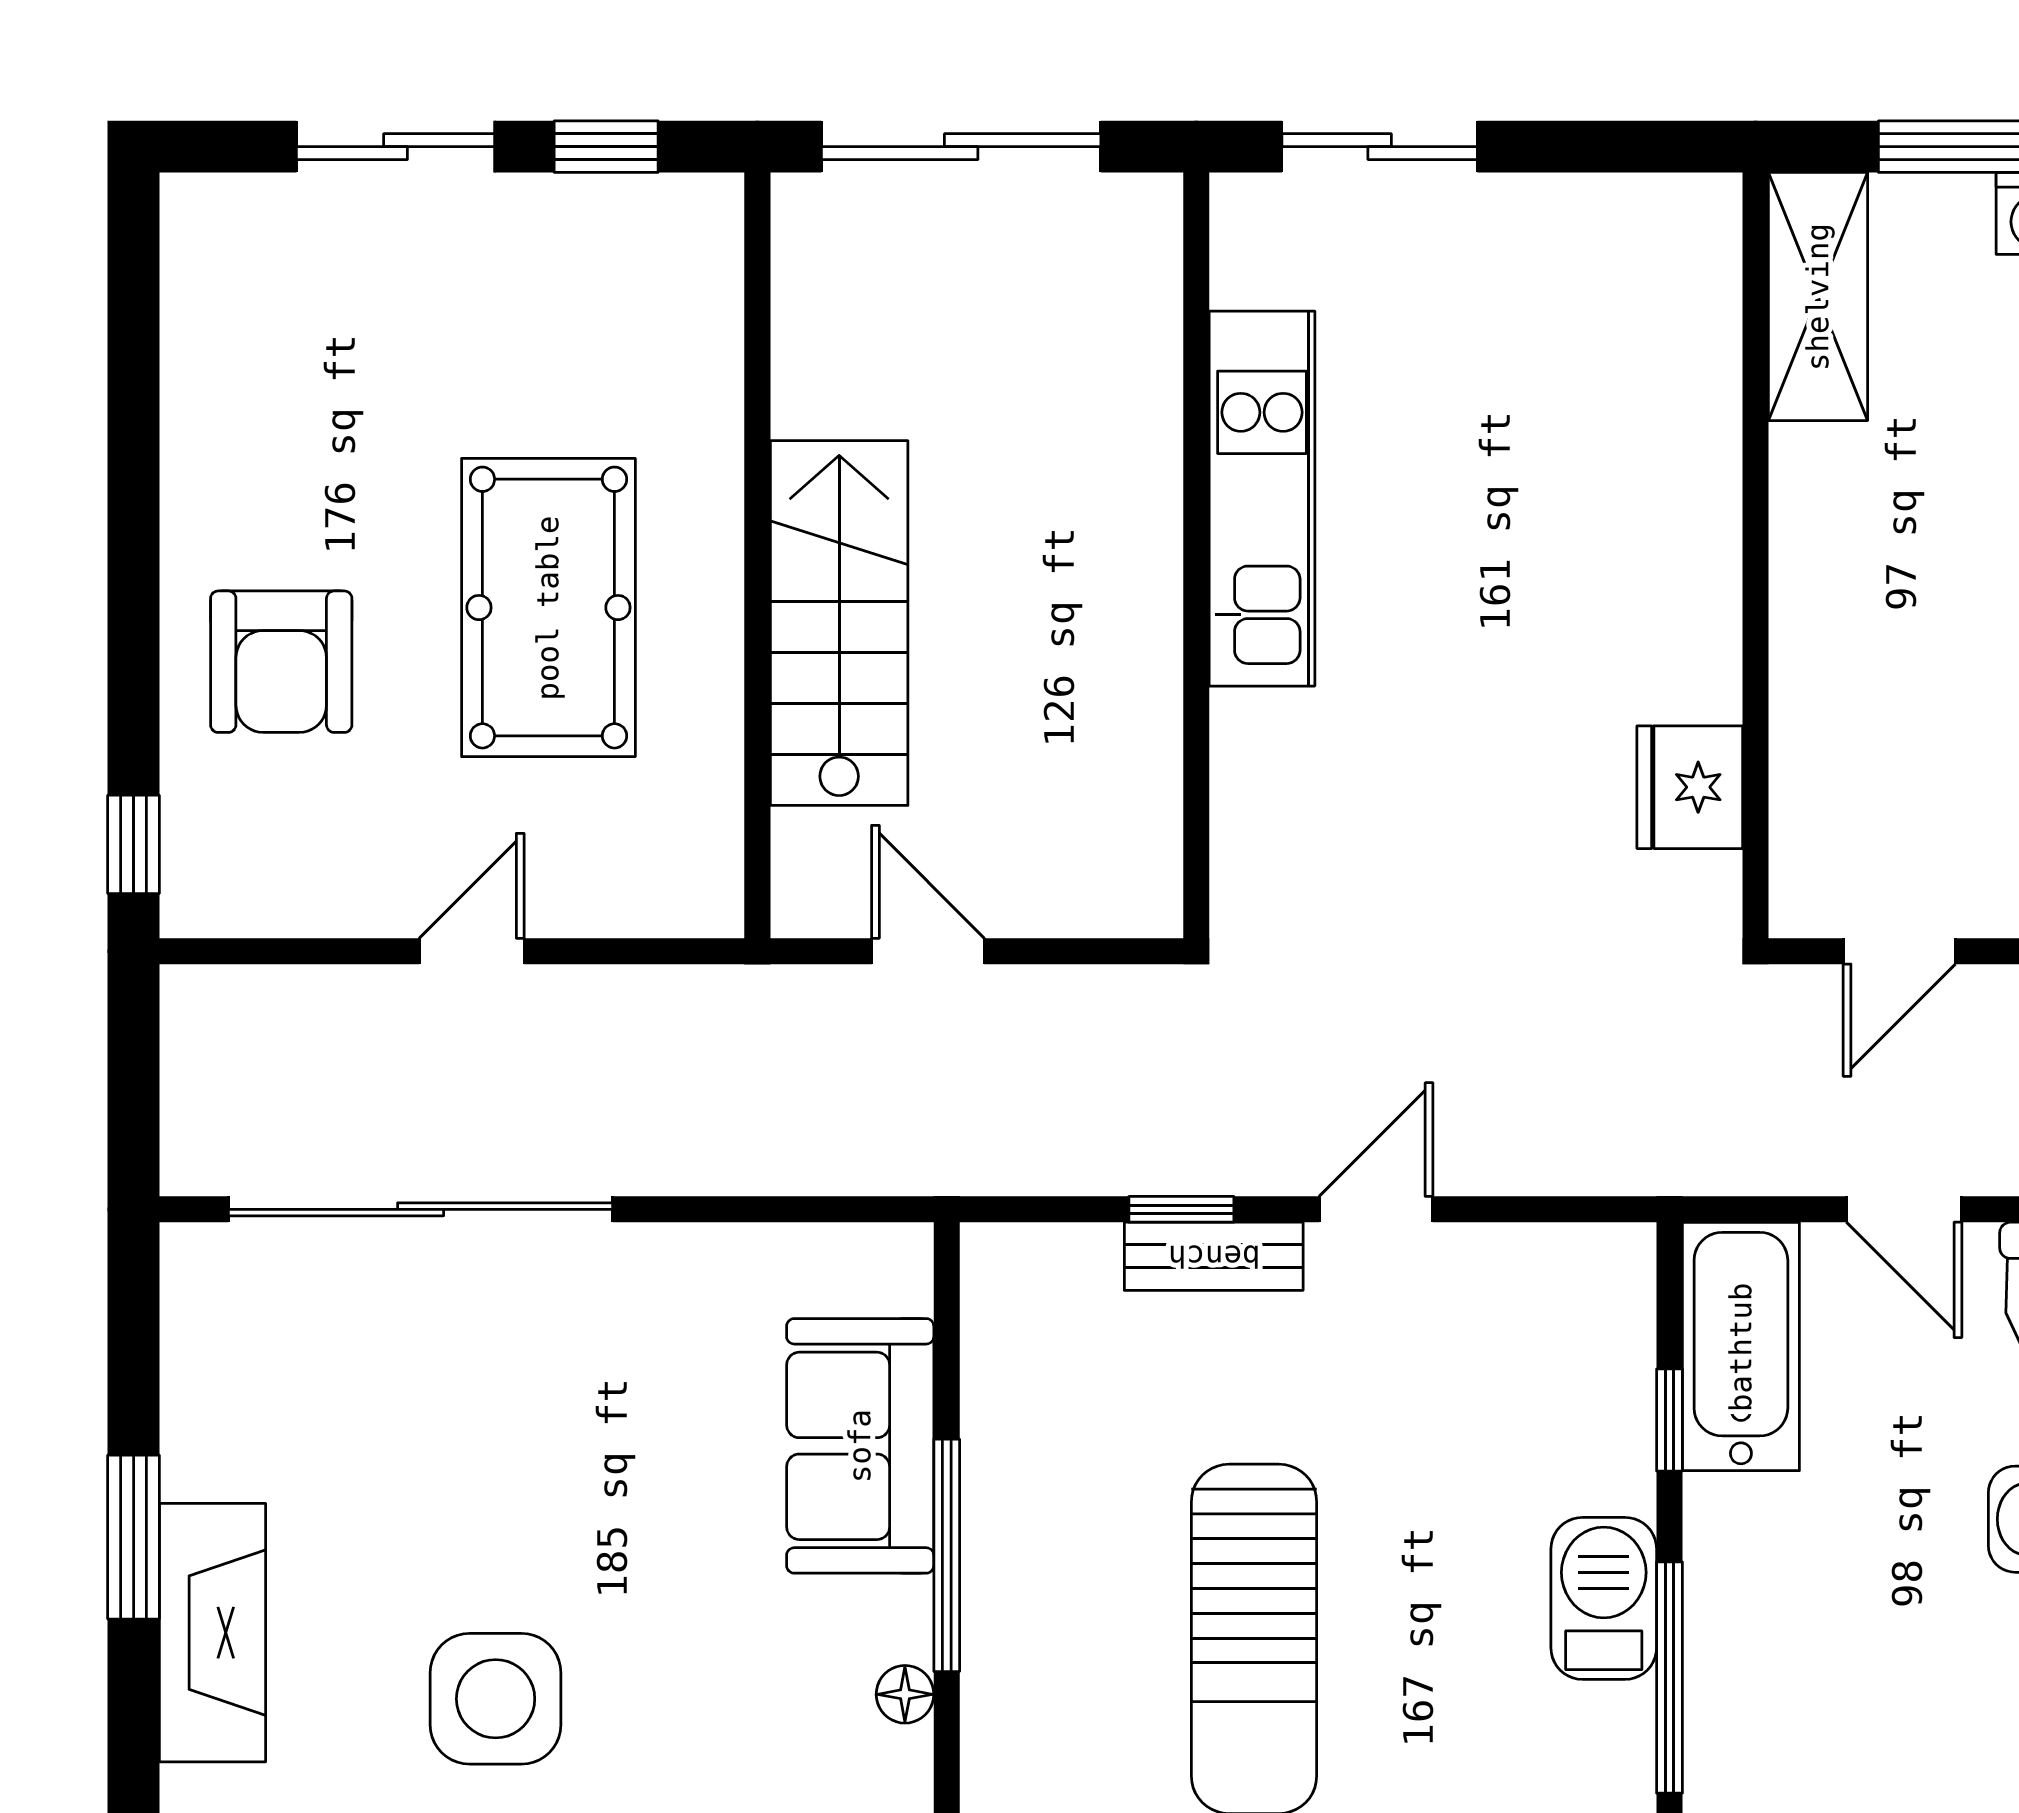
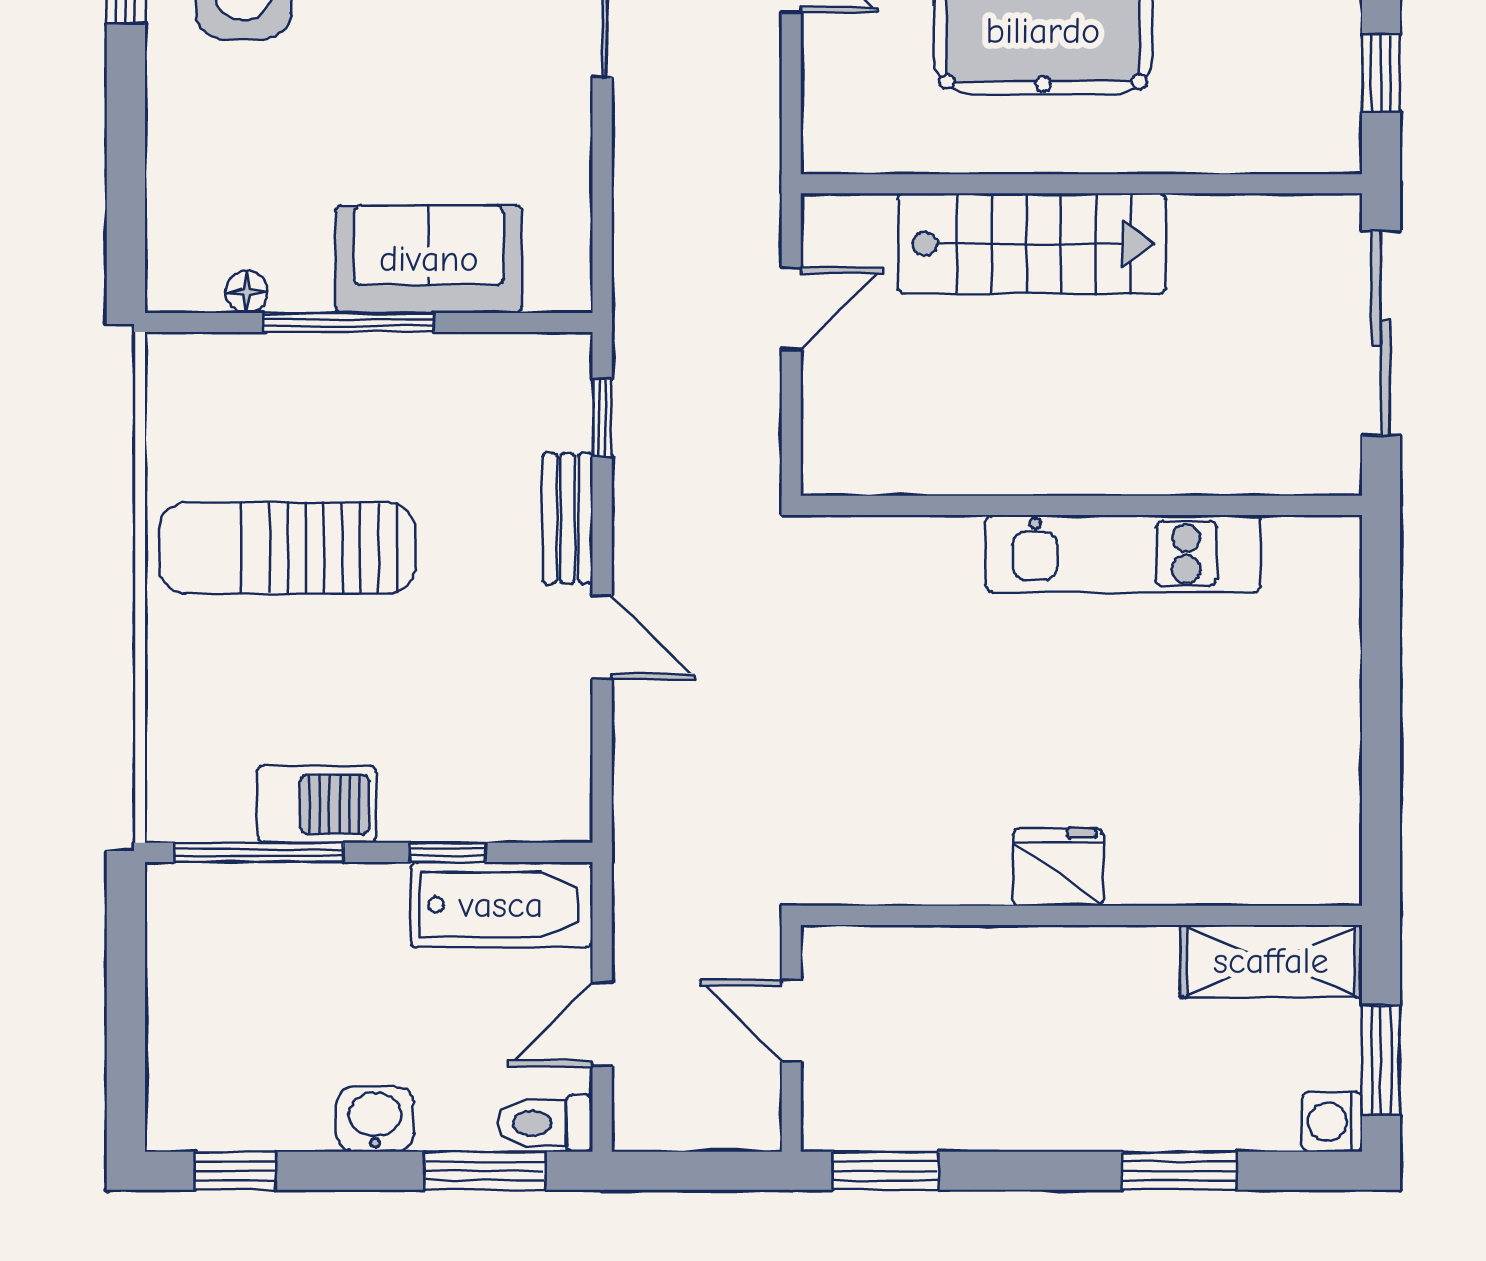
sliding door: (1380, 147) -> (1381, 640), removed
fridge: (1690, 787) -> (1058, 867), moved
window: (1181, 1209) -> (602, 417), moved

